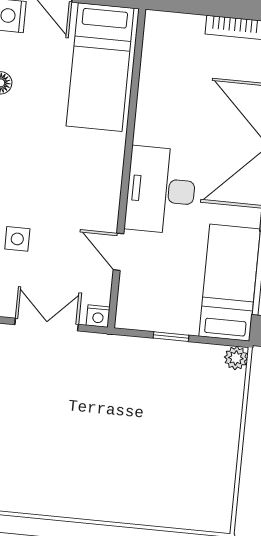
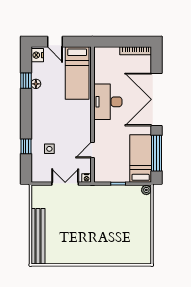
desk: (161, 190) -> (108, 102), moved
door: (118, 252) -> (92, 150), hinge flipped

